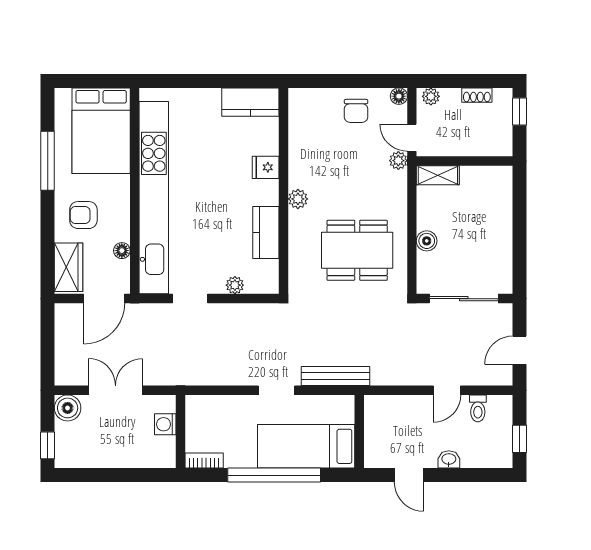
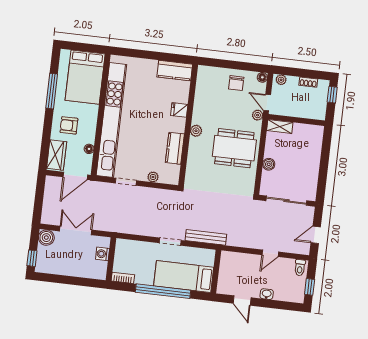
dining table: (357, 250) -> (234, 148), moved
toilet: (478, 408) -> (300, 268), moved

